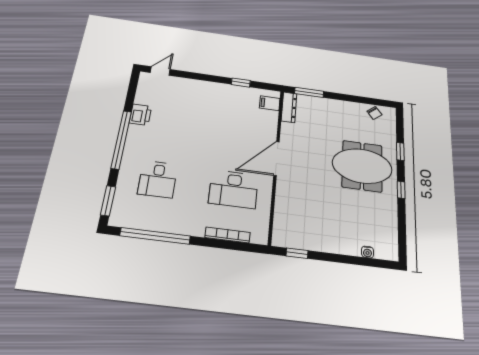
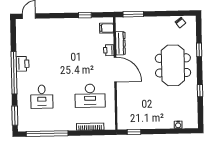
dresser: (289, 107) -> (120, 43), moved
printer: (140, 115) -> (23, 64), moved
printer: (270, 132) -> (109, 50), added
door: (277, 158) -> (115, 69), swing flipped
meeting table: (362, 166) -> (173, 65), turned 90
window: (401, 190) -> (200, 91), moved

